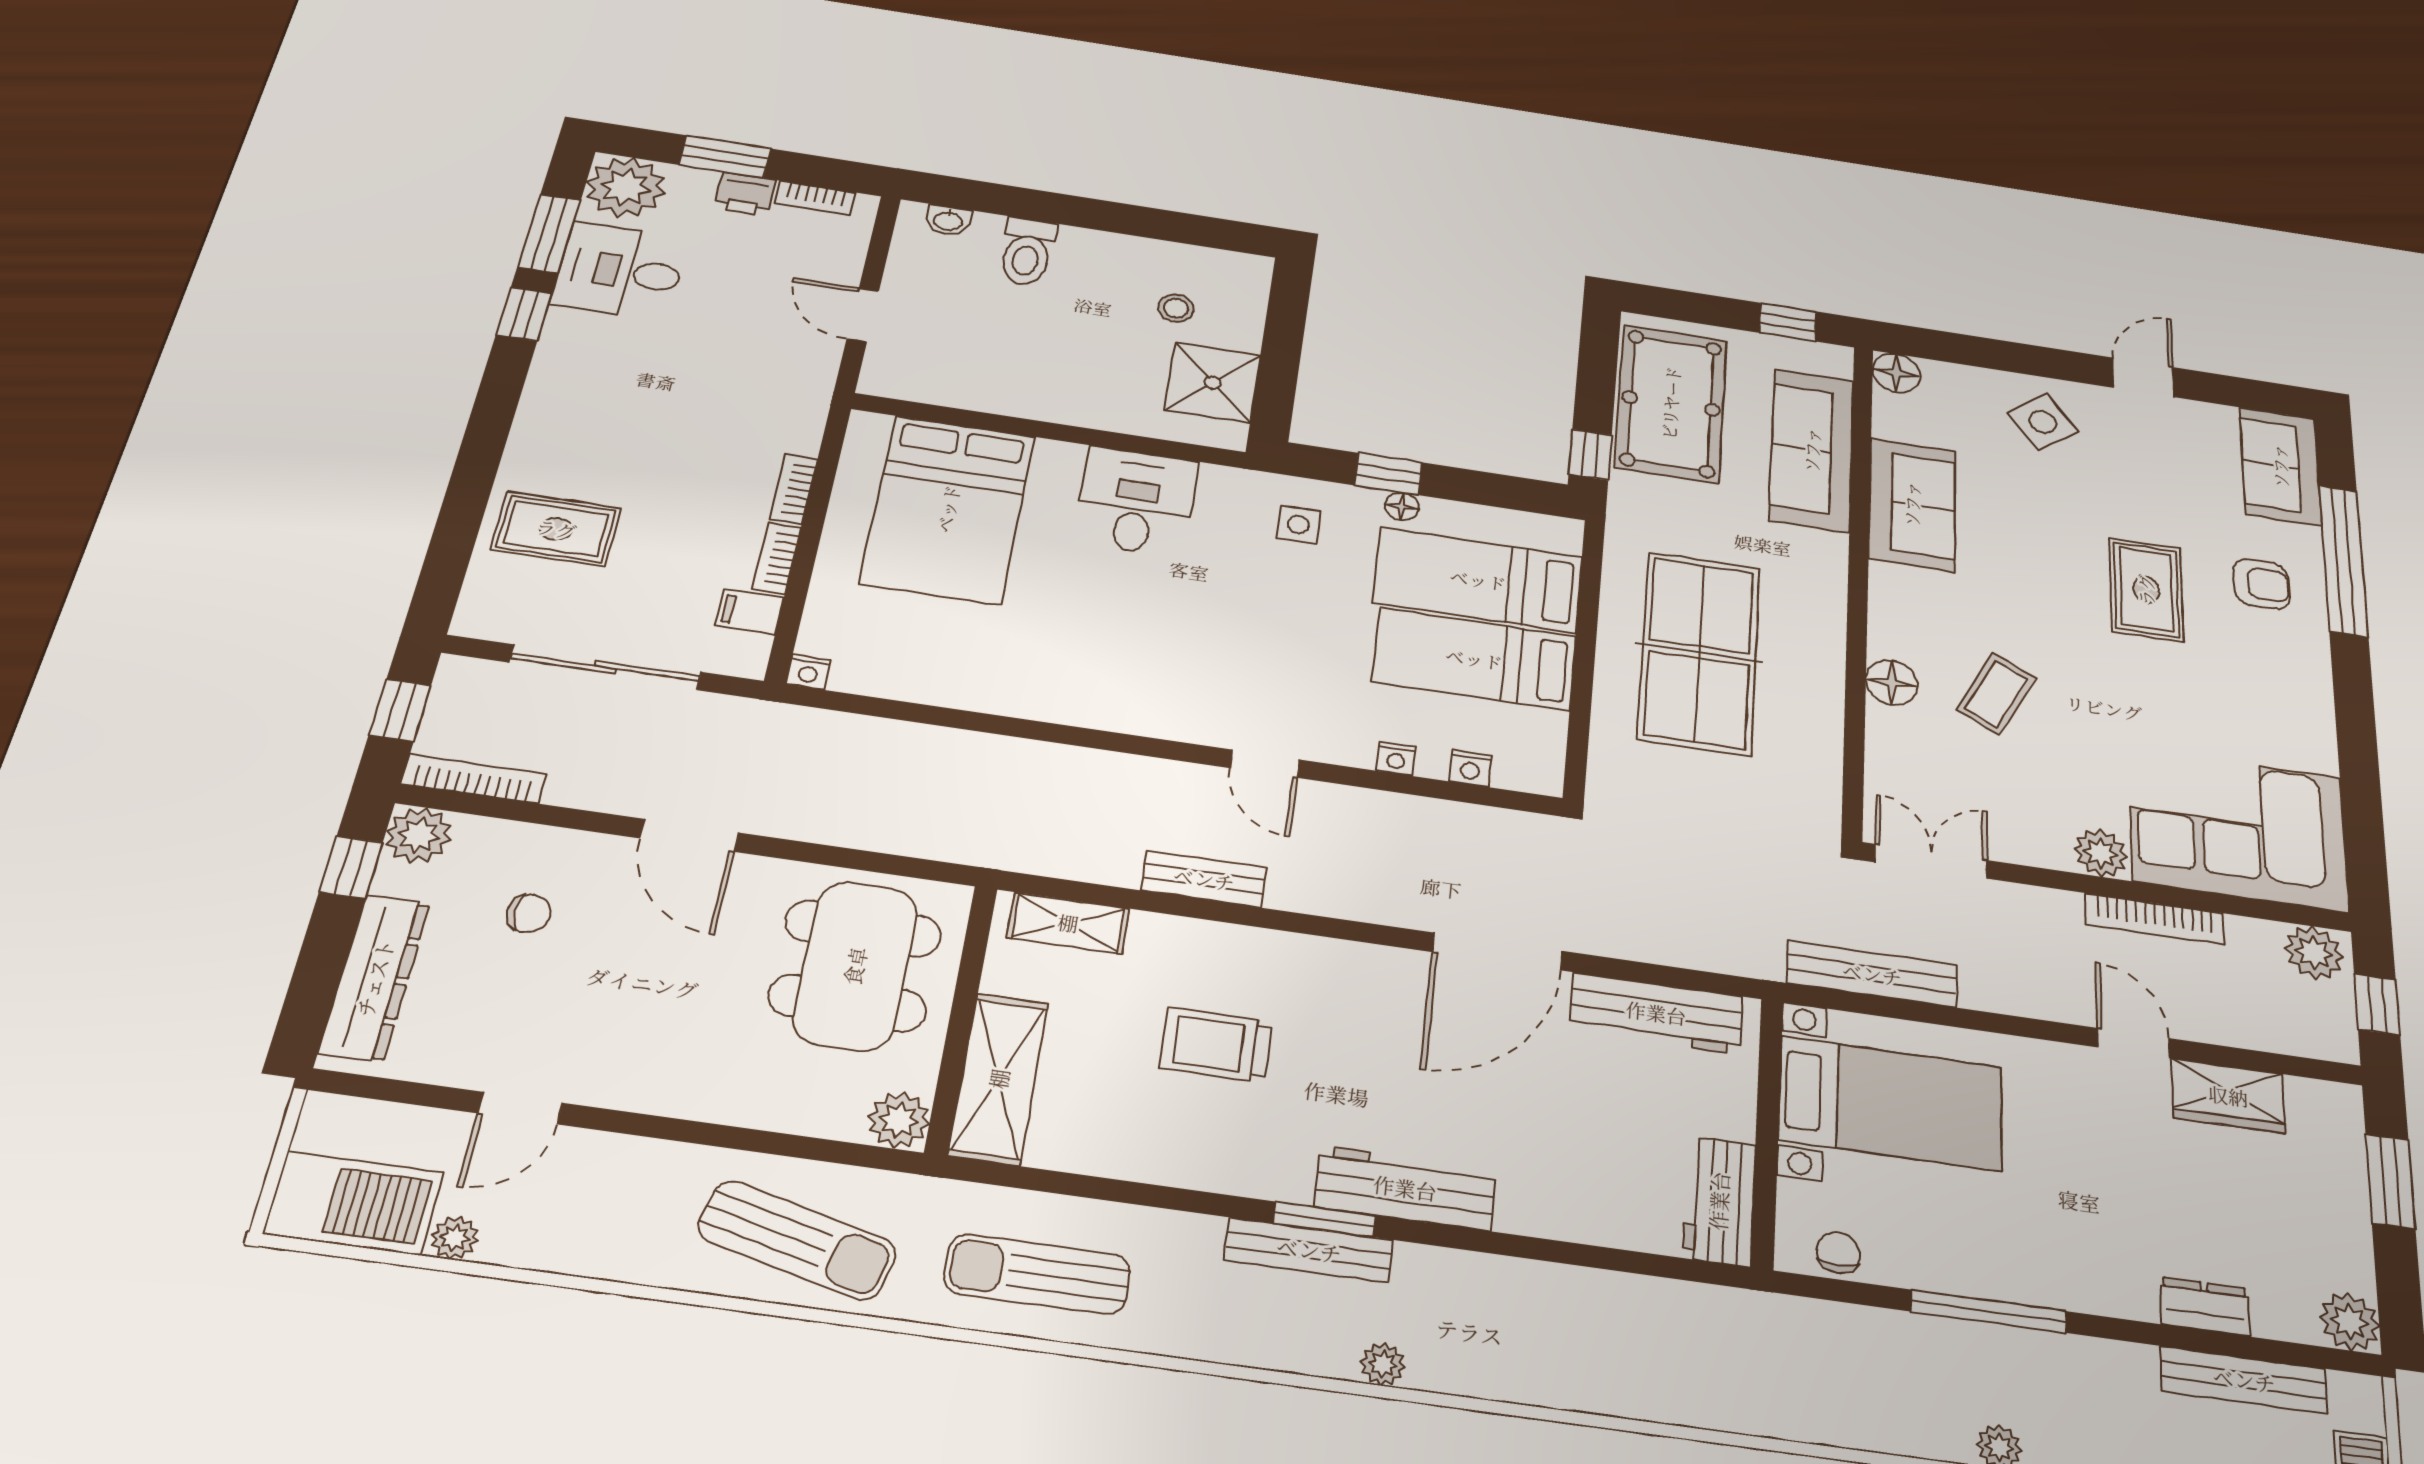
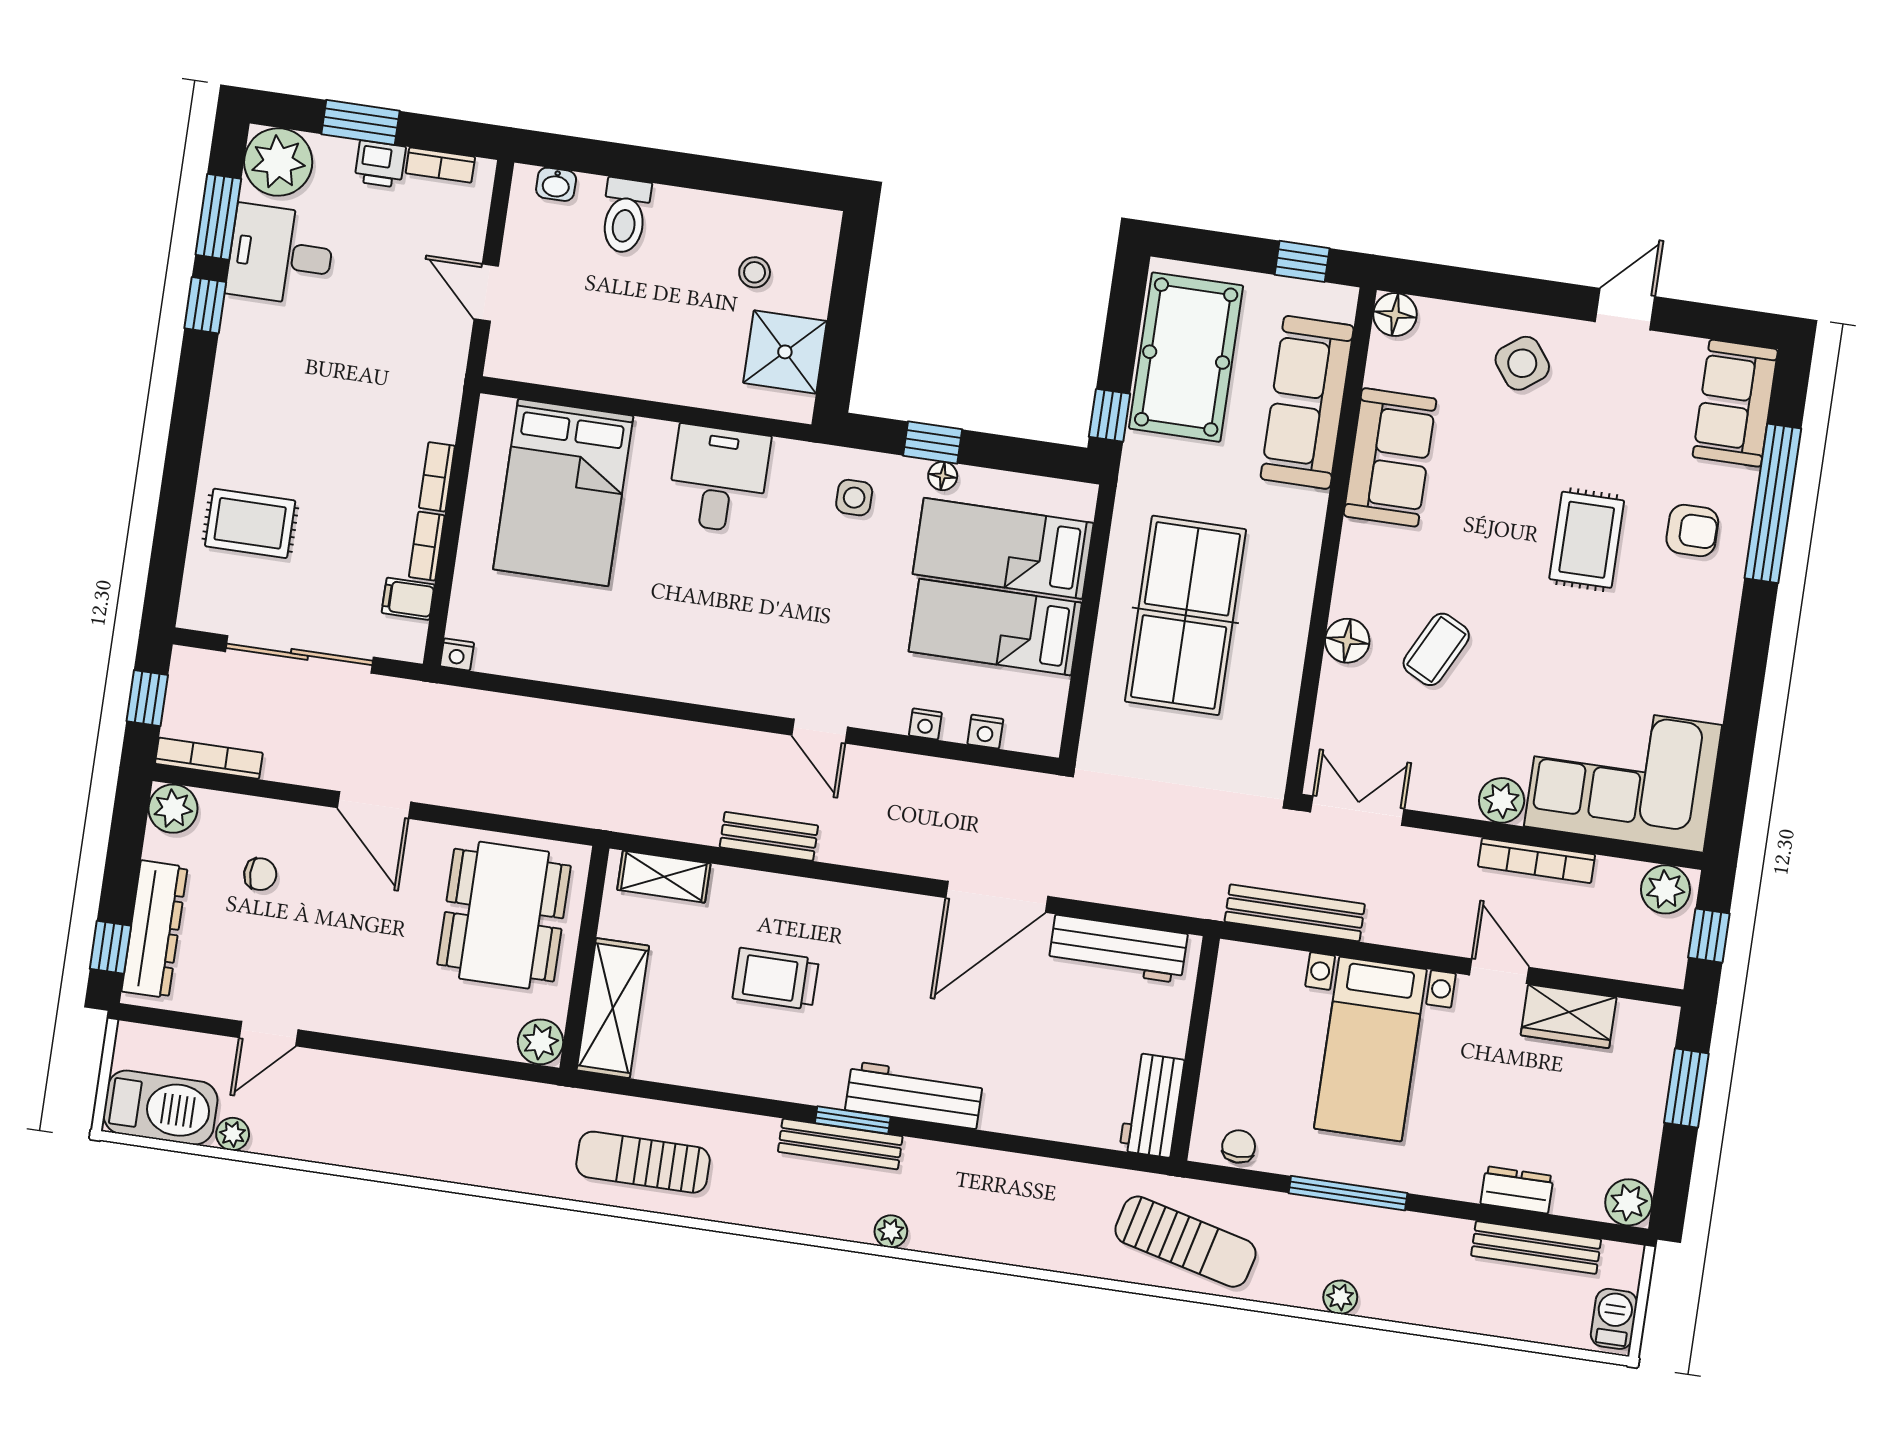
window: (351, 867) -> (110, 947), moved
bed with nightstands: (1891, 1103) -> (1370, 1049), moved, turned 90
sun lounger: (797, 1240) -> (1185, 1242), moved

